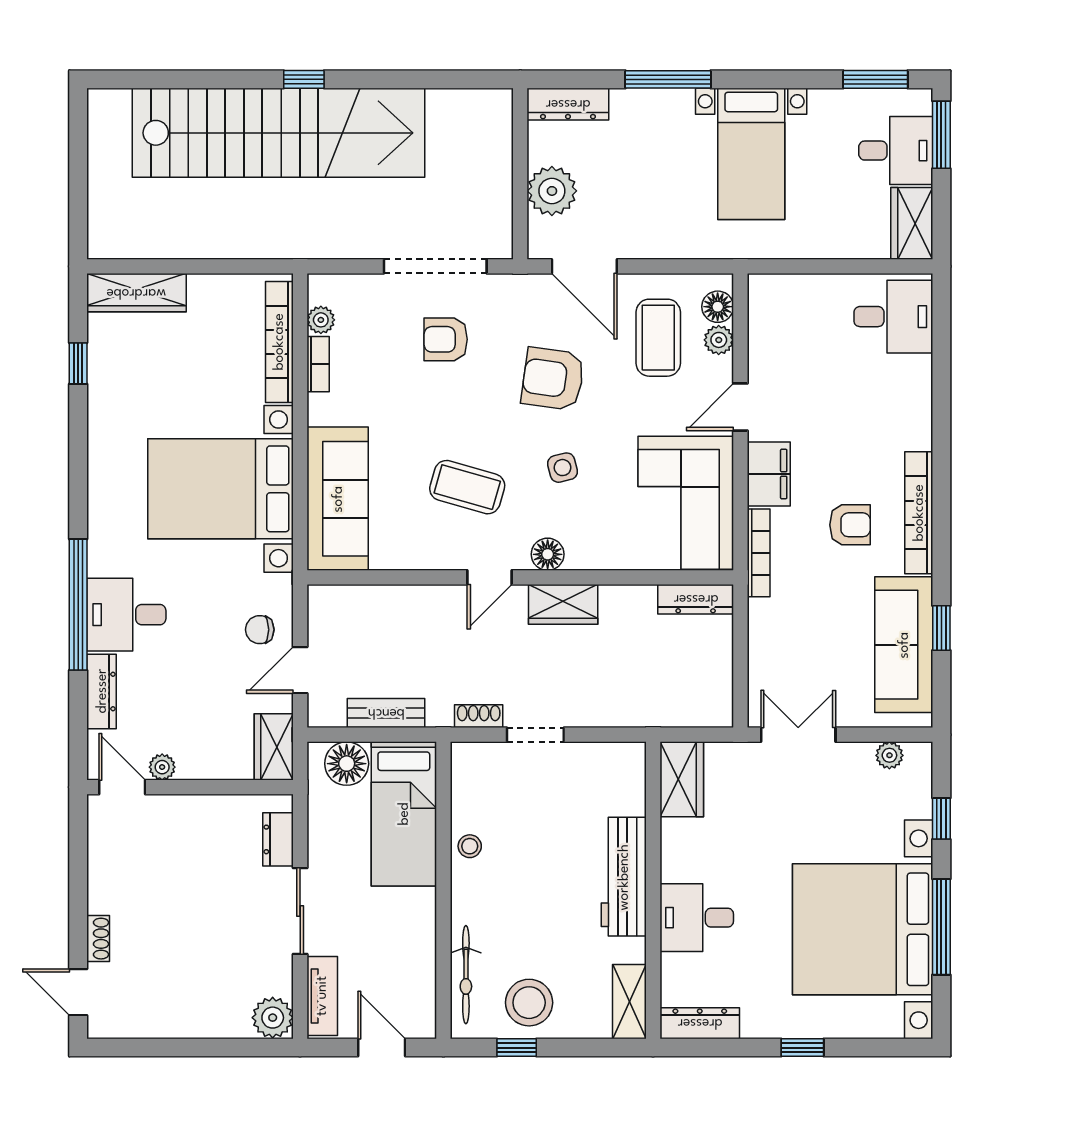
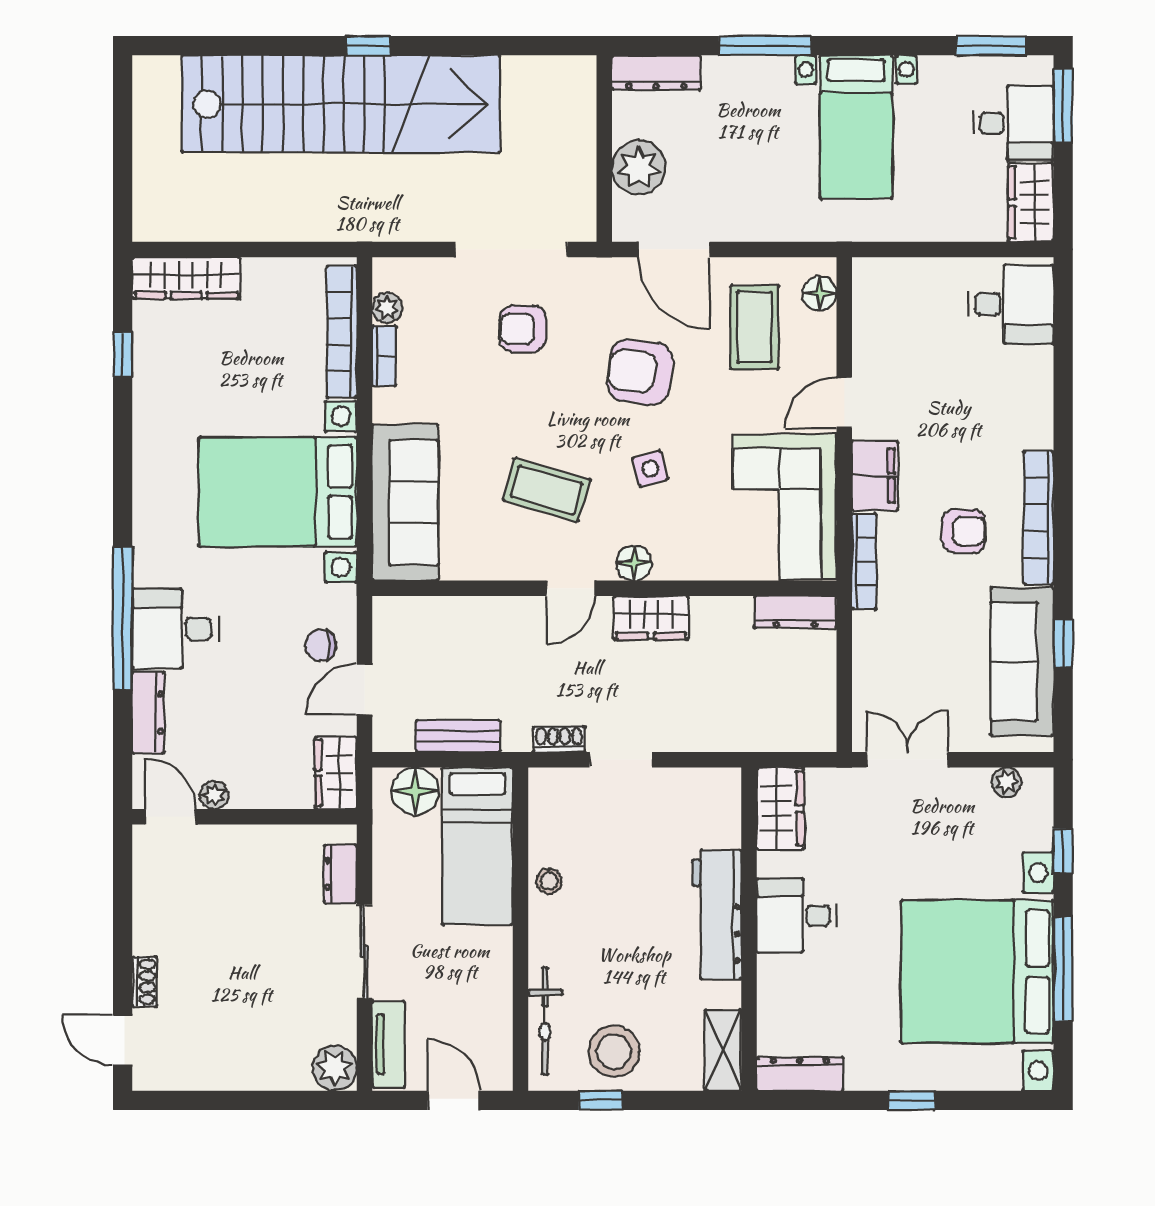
plant: (719, 340) -> (821, 330), removed
desk: (697, 918) -> (796, 916), moved

